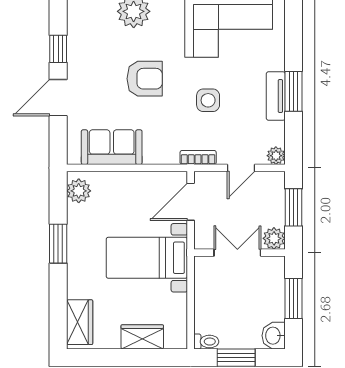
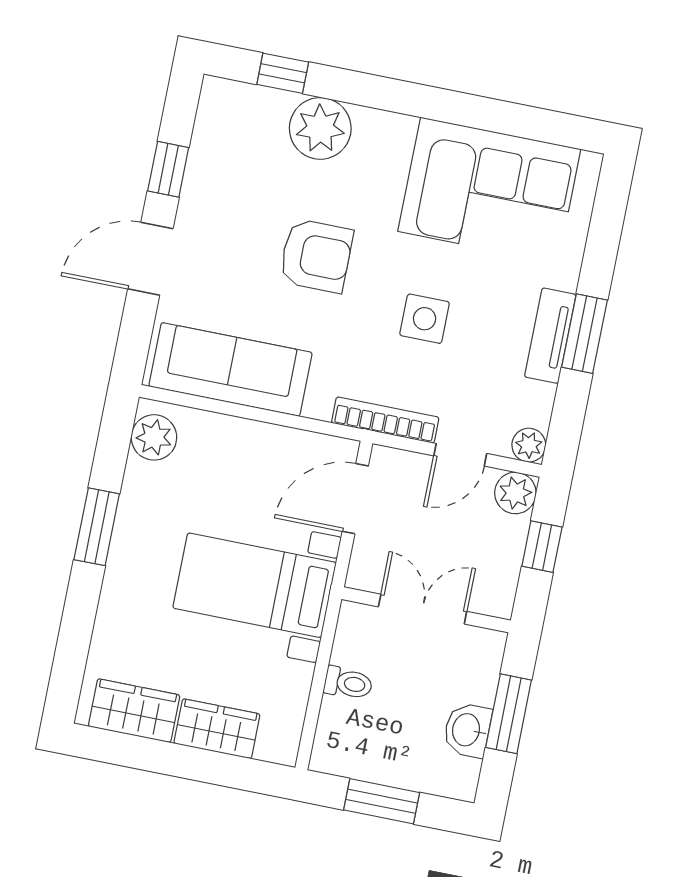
sofa: (112, 147) -> (230, 369), width x1.36
bookcase: (198, 157) -> (385, 420), width x1.56
window: (293, 207) -> (542, 547), width x0.67
plant: (274, 238) -> (515, 493), moved
wardrobe: (80, 322) -> (134, 711), moved, turned -90
washbasin: (274, 336) -> (467, 730), moved
toilet: (206, 342) -> (348, 683), moved

